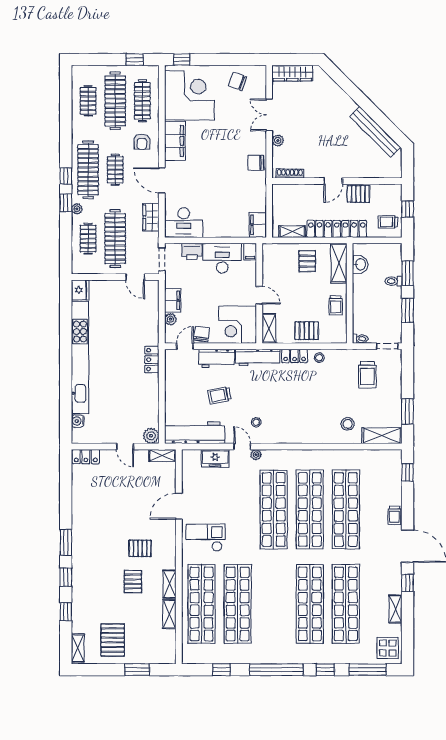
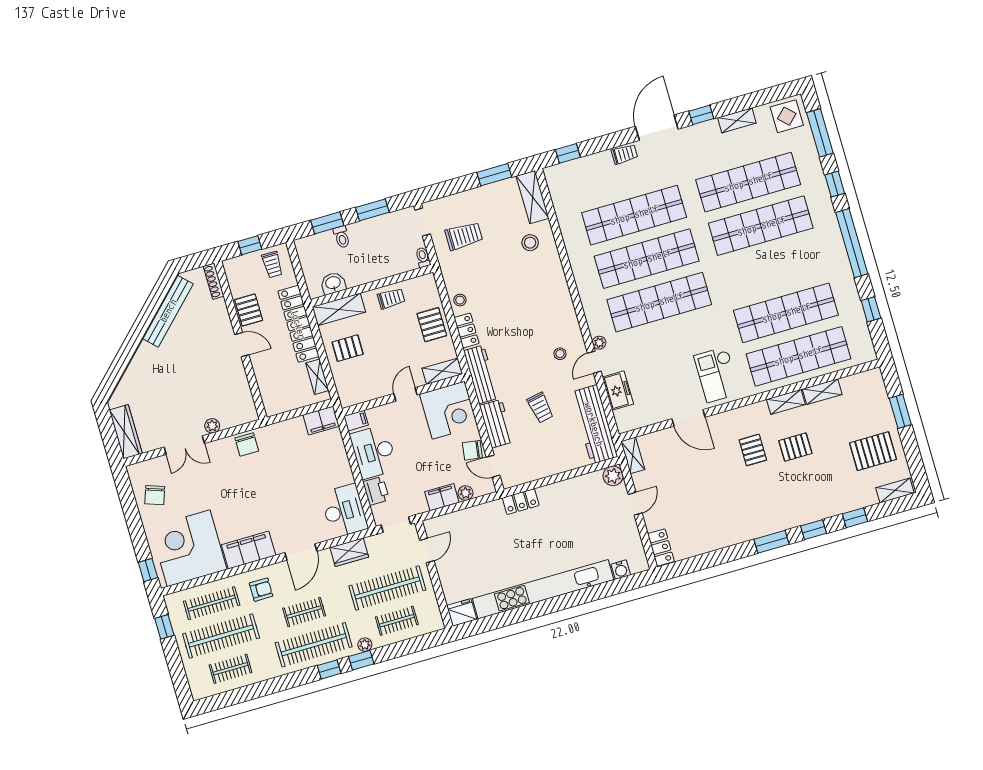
shoe rack: (290, 173) -> (214, 281), moved

